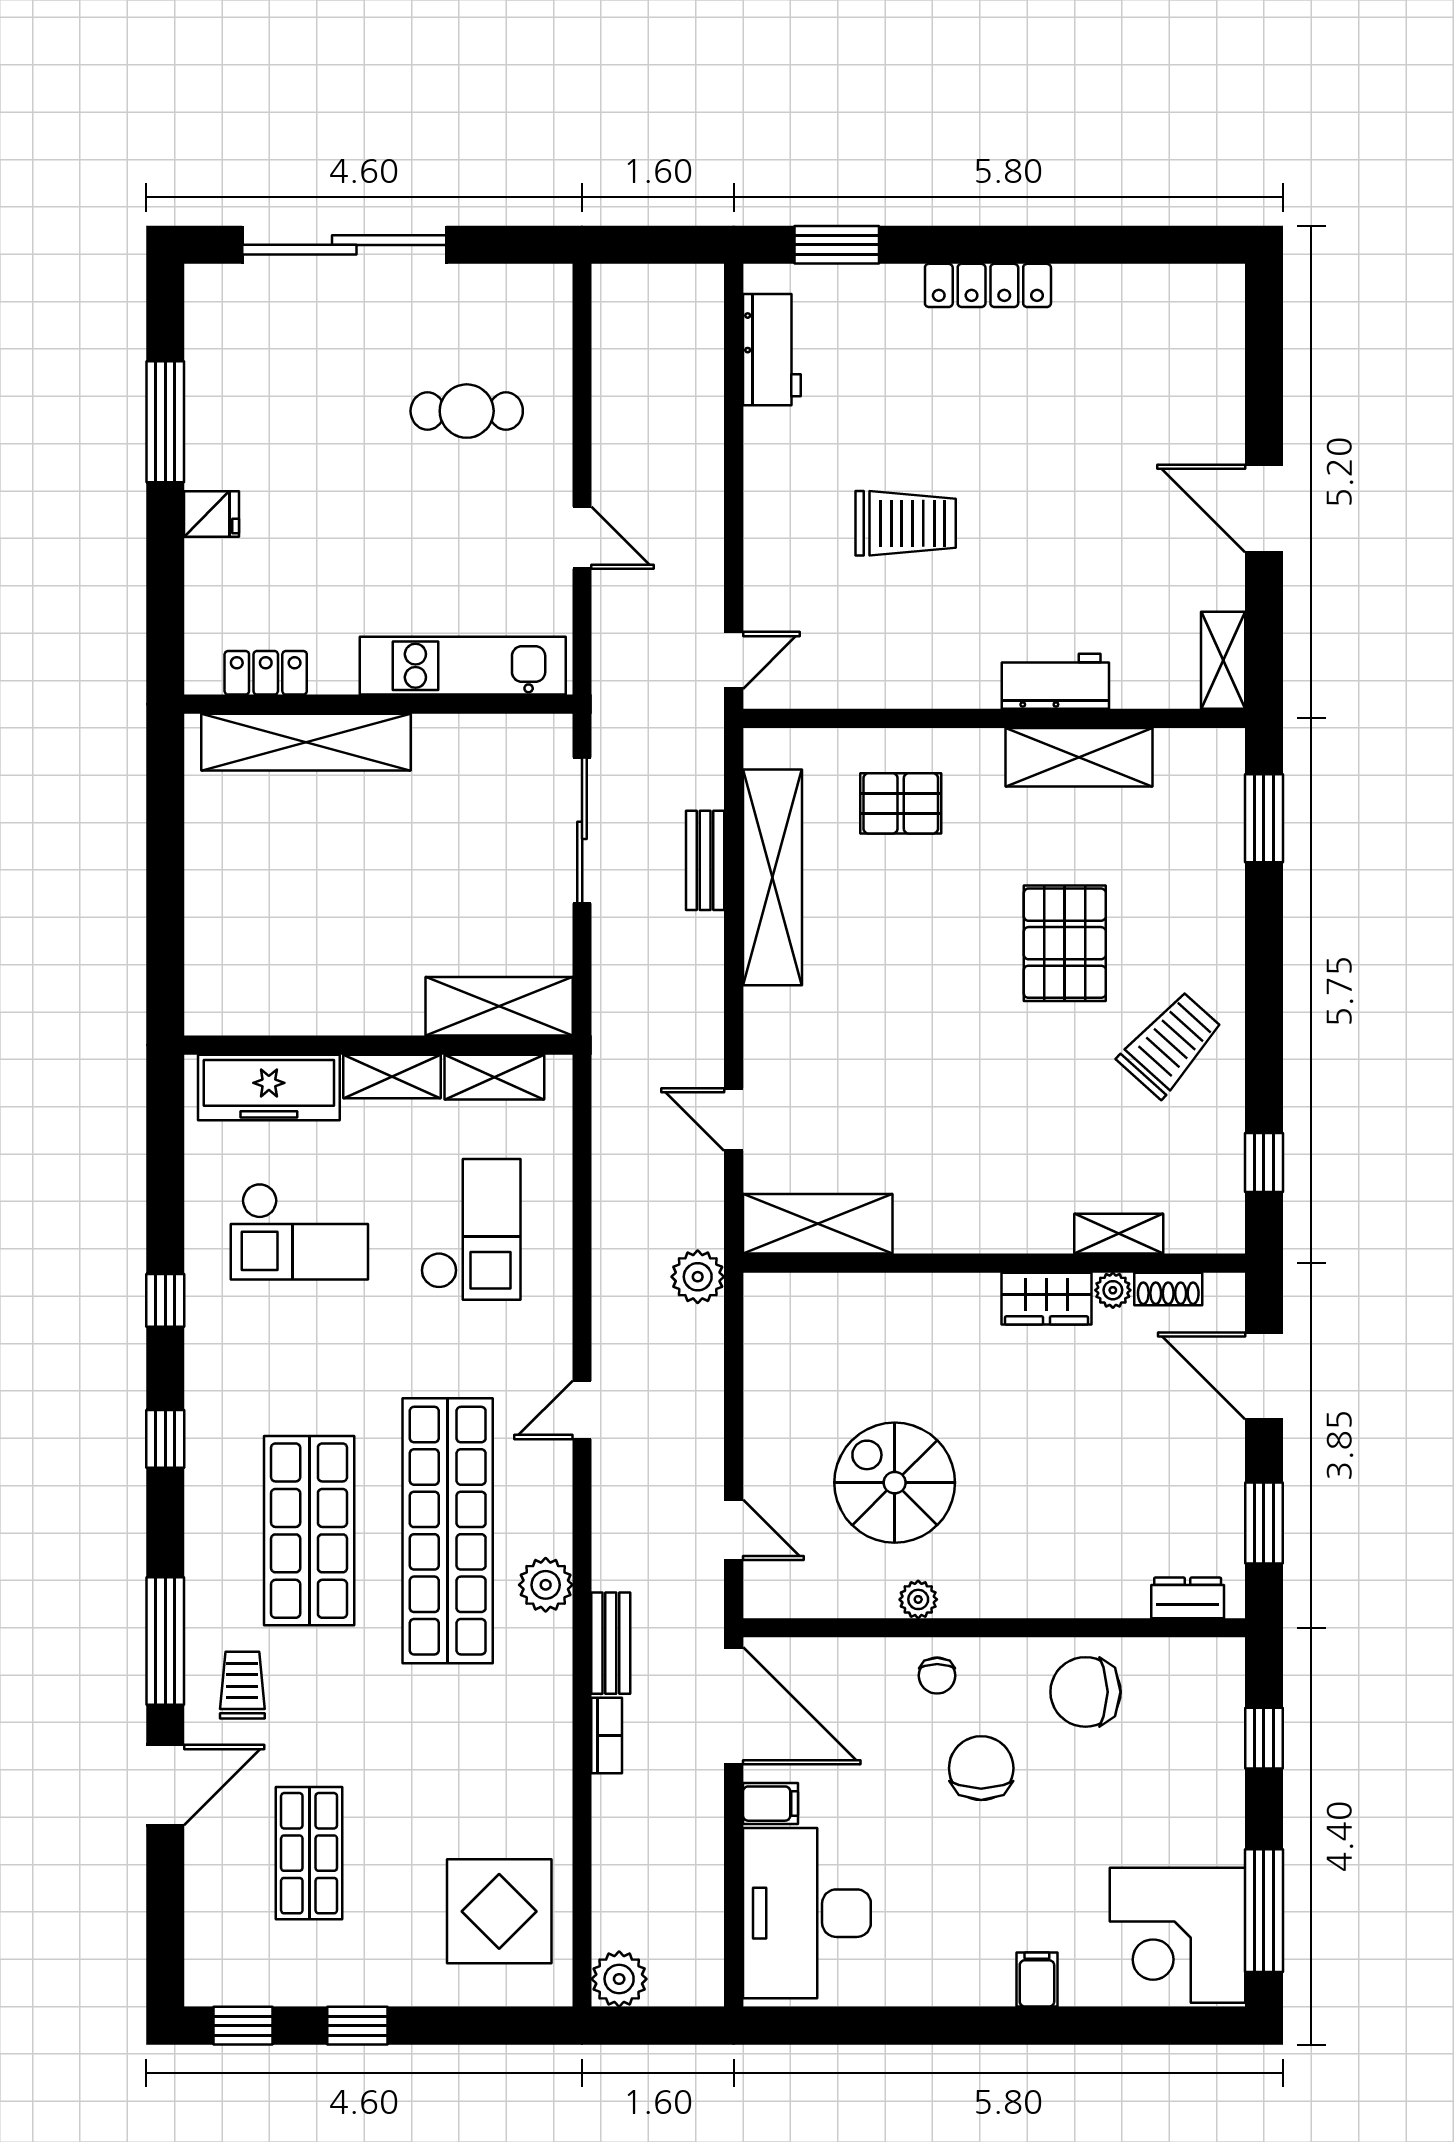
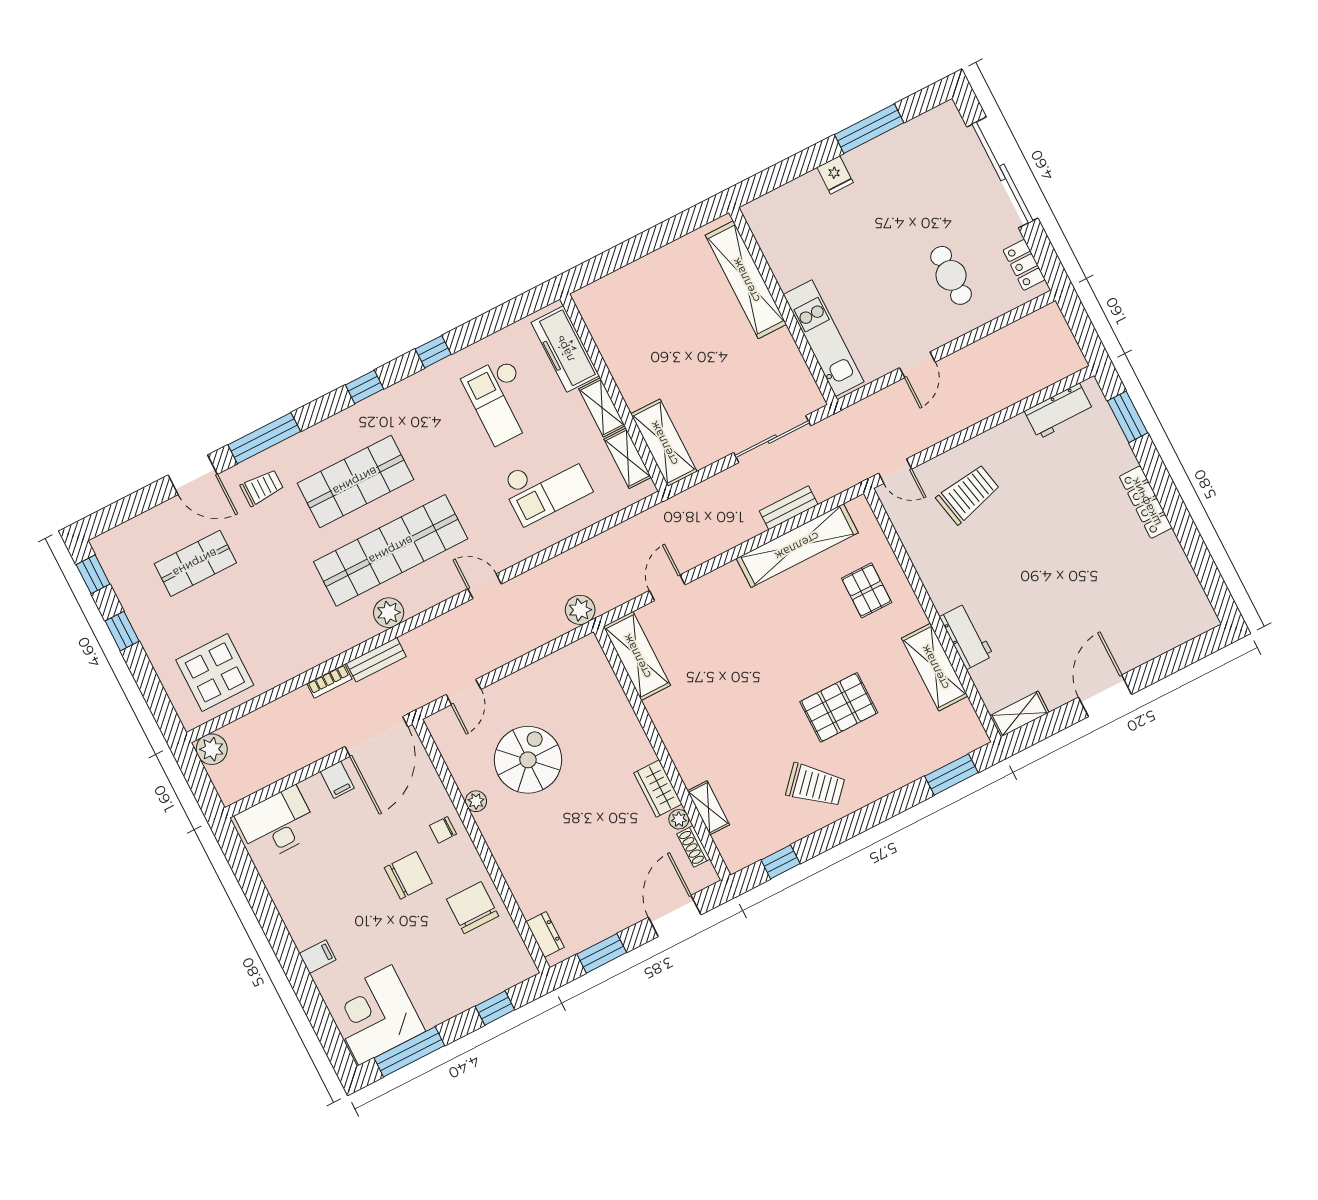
trolley: (906, 523) -> (968, 494), moved, turned -102
locker: (266, 673) -> (1024, 265), moved, turned 180
desk: (807, 1913) -> (277, 824), width x0.73, depth x0.77

